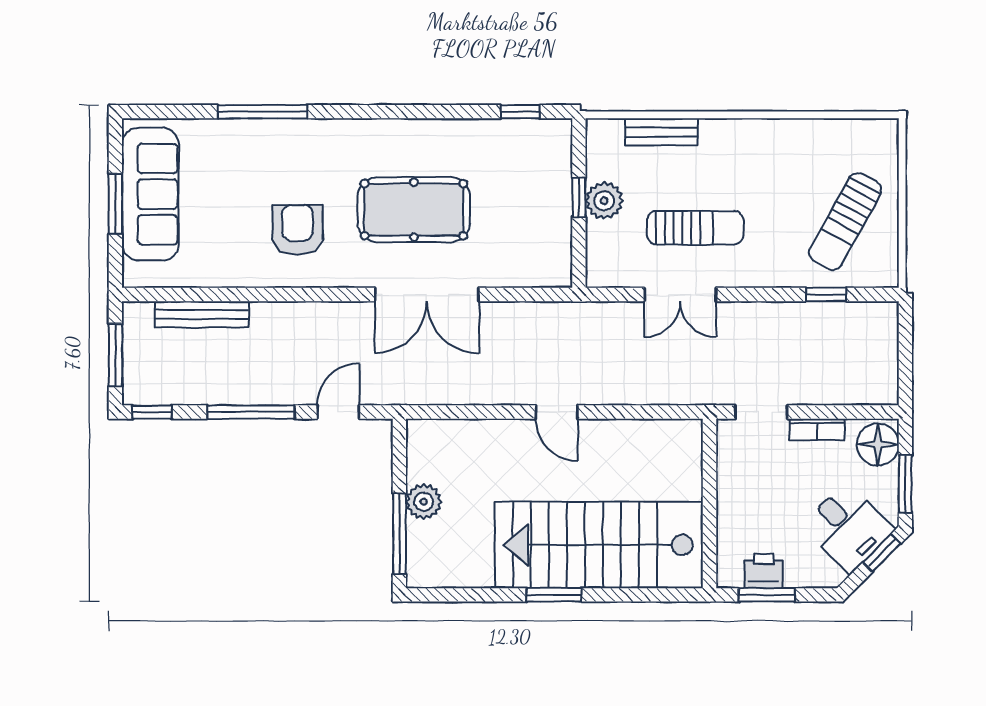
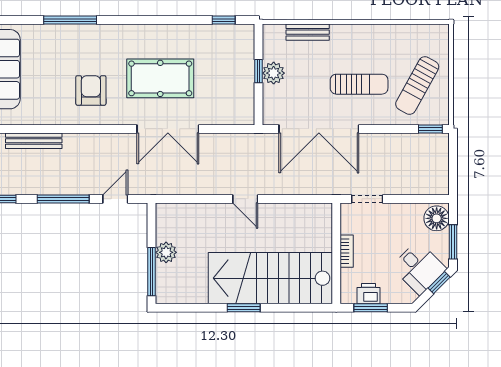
sun lounger: (695, 228) -> (359, 84), moved
double door: (680, 295) -> (319, 129), width x1.87
window: (826, 295) -> (430, 129), moved
bookcase: (817, 429) -> (347, 251), moved, turned -90

